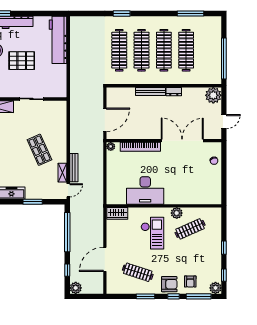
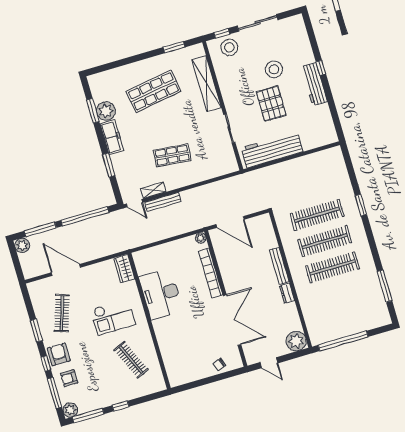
workbench: (58, 40) -> (272, 150), moved
clothes rail: (186, 50) -> (340, 294), removed
shop shelf: (39, 150) -> (172, 155), turned 30
plant: (177, 213) -> (145, 339), removed
window: (67, 270) -> (40, 229), width x2.17
window: (224, 275) -> (88, 415), width x2.17
armchair: (169, 284) -> (59, 354), turned 180

